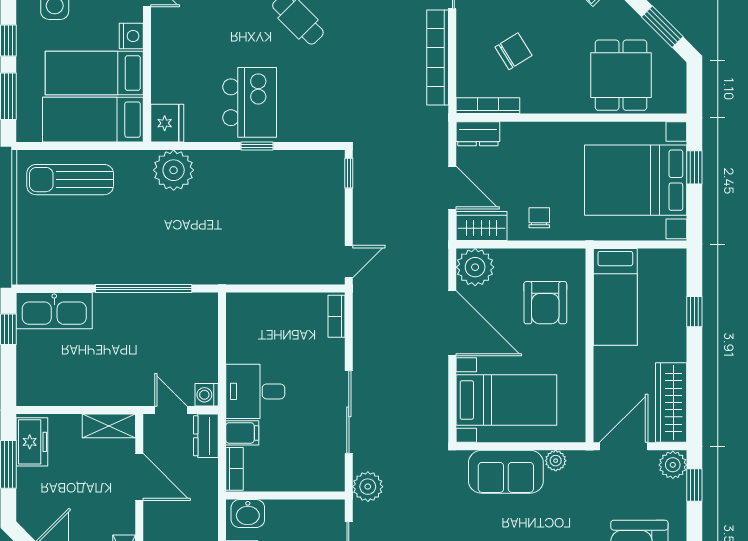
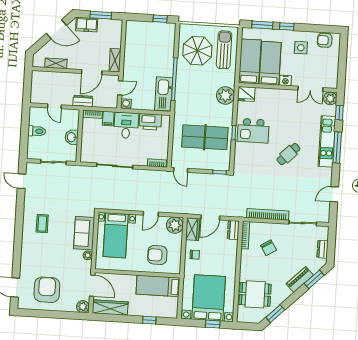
table tennis table: (271, 211) -> (205, 137), added
parasol: (76, 240) -> (197, 51), added
kitchen sink: (54, 311) -> (164, 94), moved
door: (452, 323) -> (151, 214), width x0.53
printer: (244, 337) -> (150, 122), added
dresser: (206, 436) -> (83, 101), moved
freezer: (32, 442) -> (87, 25), moved
window: (694, 485) -> (73, 316), removed
plant: (368, 487) -> (81, 172), removed
washbasin: (248, 514) -> (72, 137), moved

